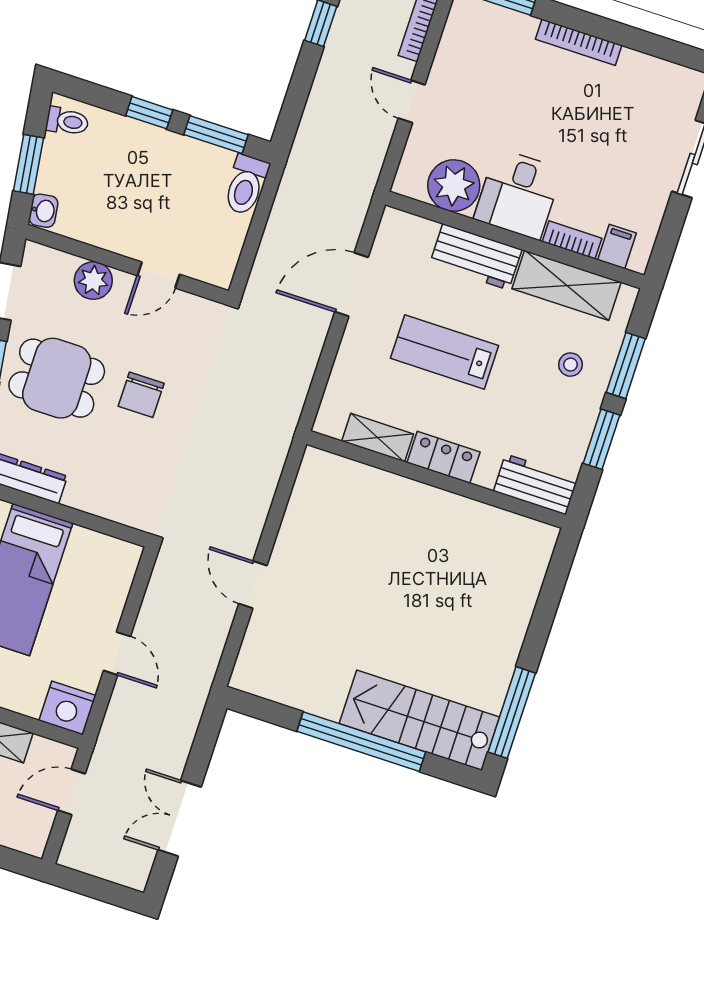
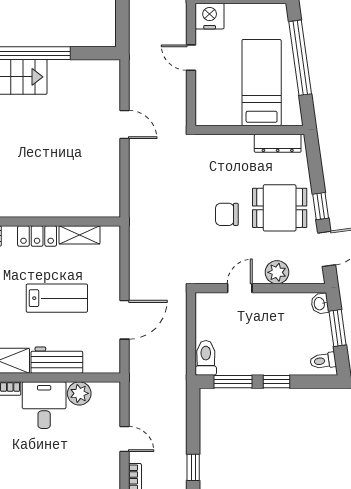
plant: (454, 186) -> (79, 393), width x0.73, depth x0.73
chair: (141, 395) -> (227, 214), turned -90

